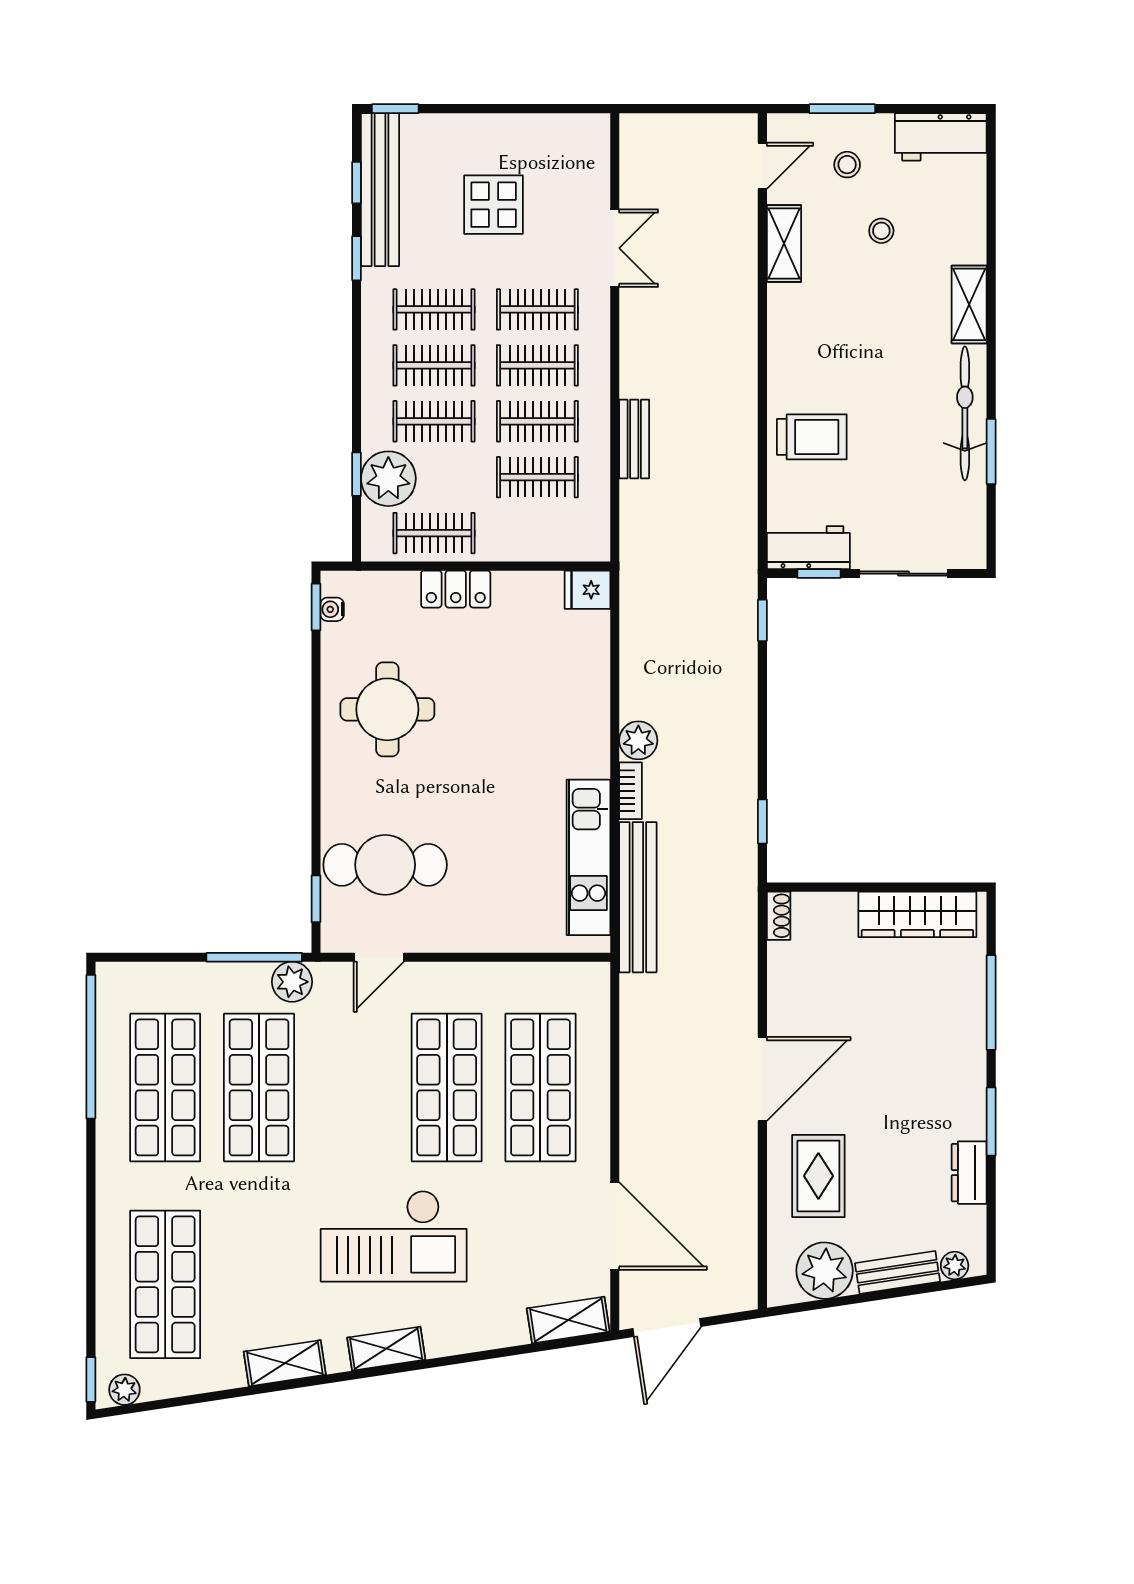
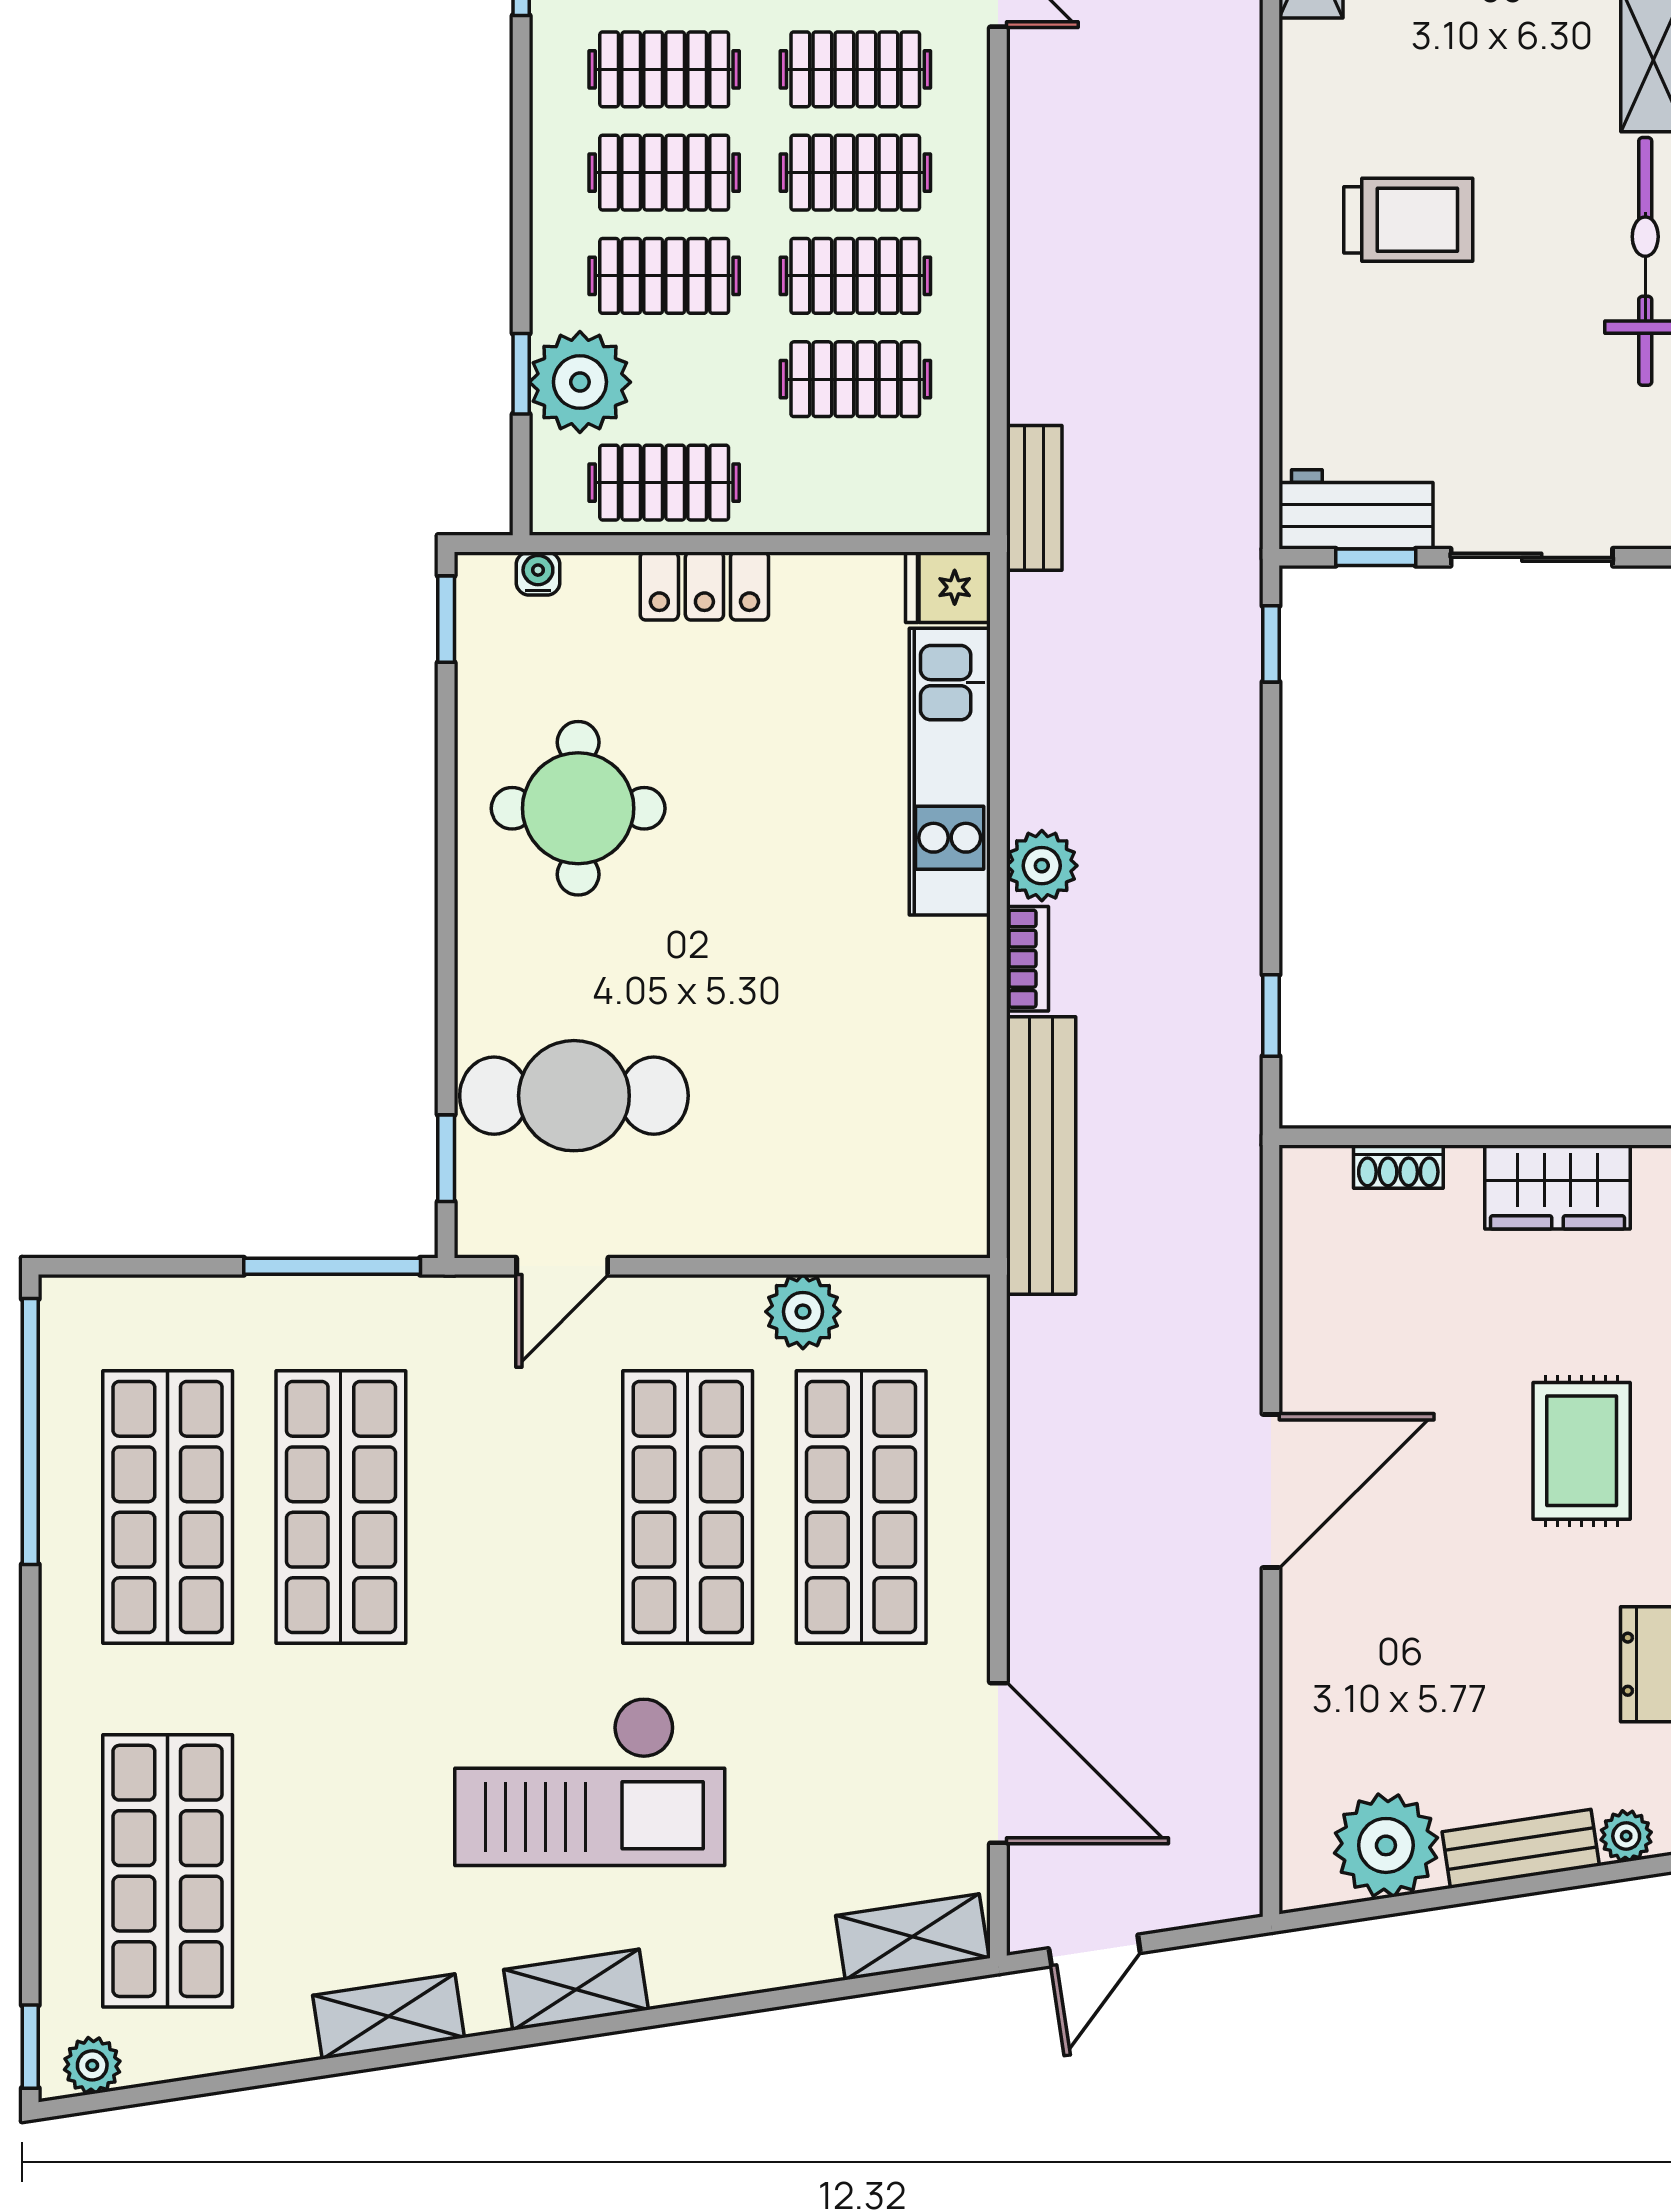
trolley: (812, 437) -> (1408, 220), moved
bench: (634, 439) -> (1034, 498), moved
water cooler: (332, 609) -> (538, 574), moved, turned 90
kitchen unit: (588, 857) -> (950, 772), moved
wardrobe: (917, 914) -> (1557, 1187), width x0.67
shoe rack: (779, 916) -> (1398, 1167), moved, turned 90
plant: (292, 982) -> (803, 1312), moved
rug: (818, 1176) -> (1582, 1451), moved
door: (667, 1328) -> (1095, 1951), width x0.73

